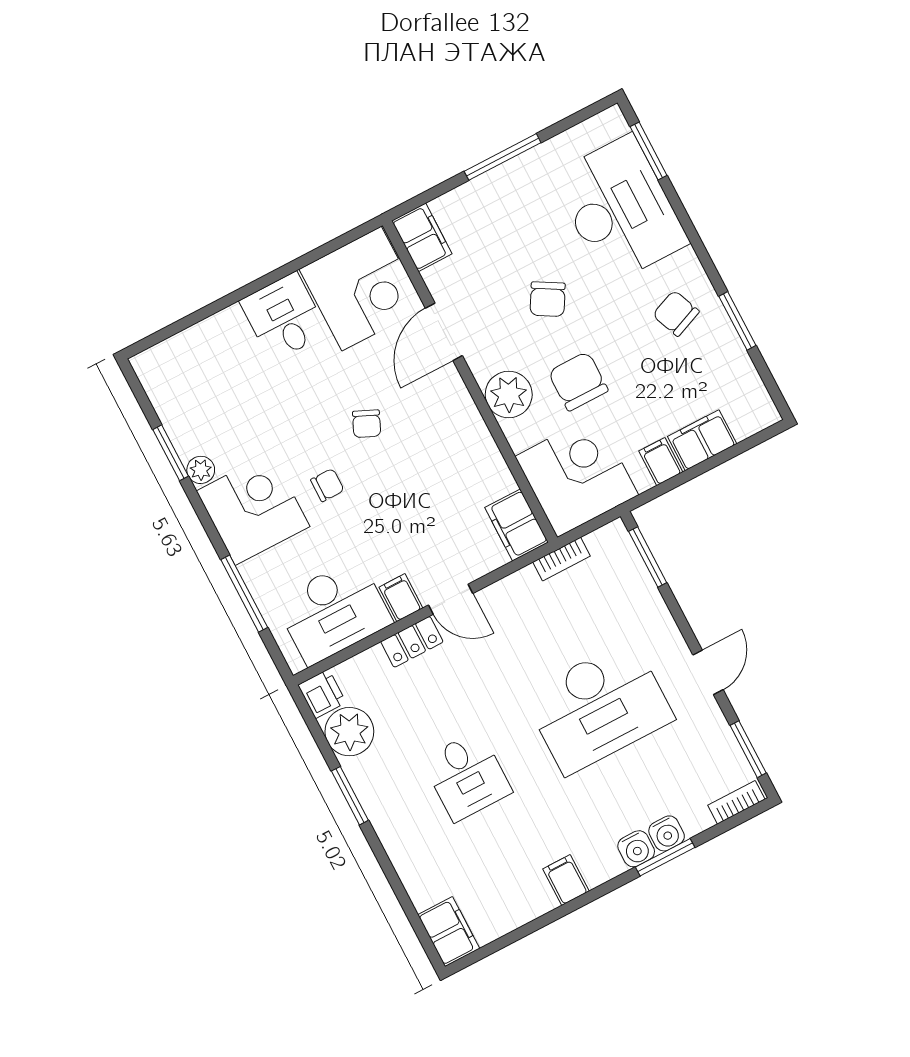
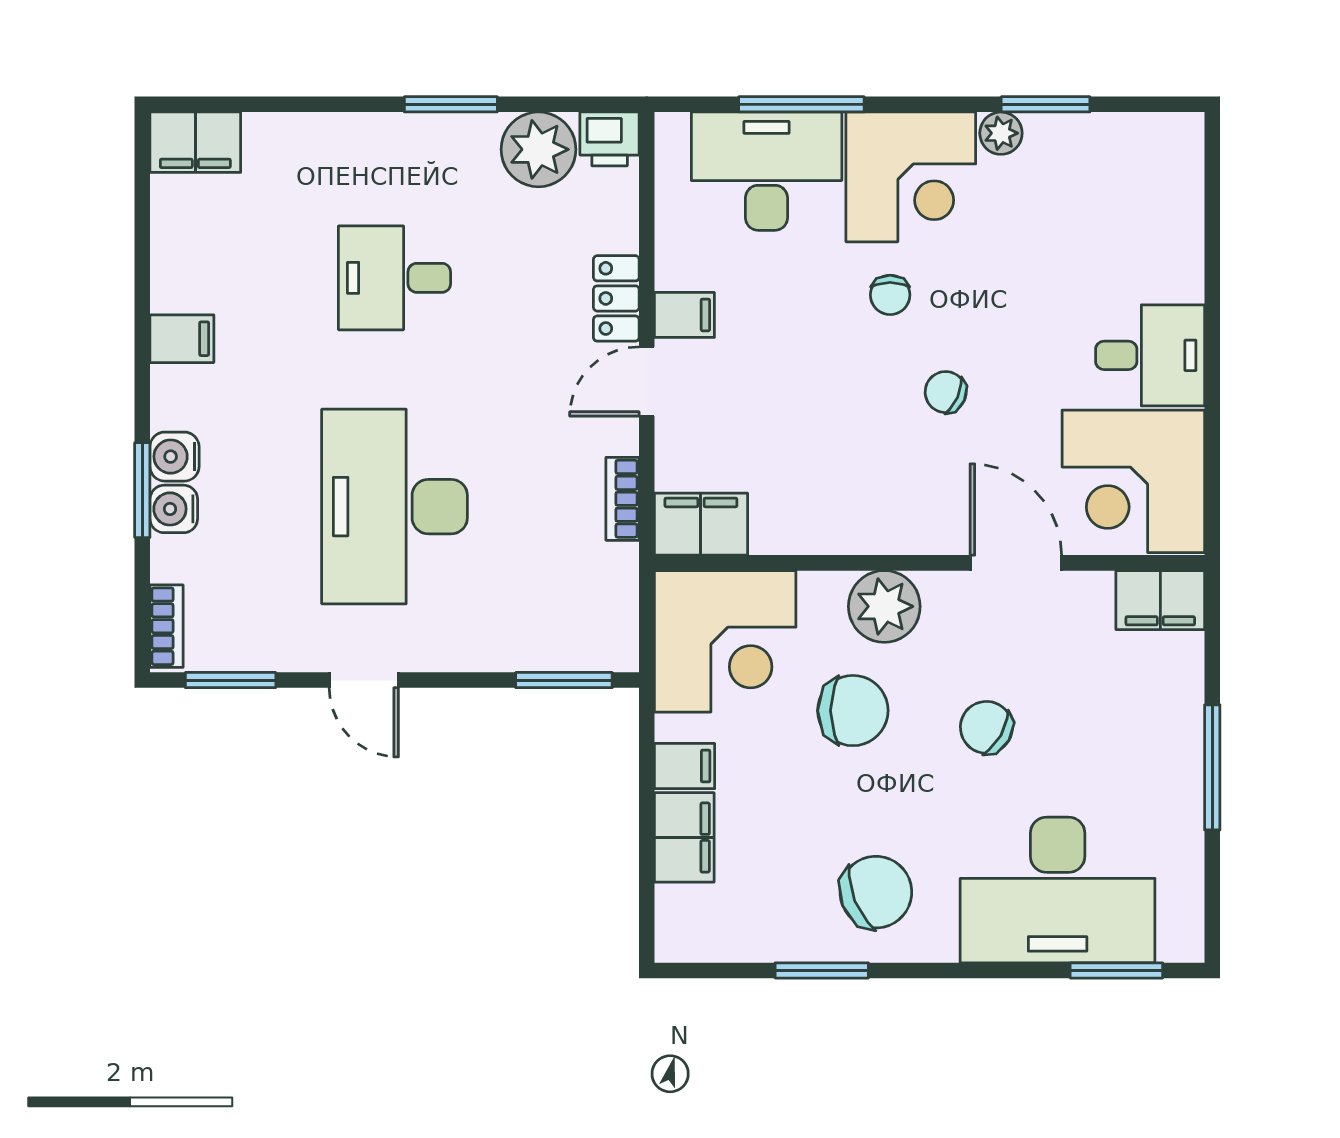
chair: (676, 313) -> (876, 892), width x1.37, depth x1.37
bookcase: (561, 559) -> (622, 499), moved
desk: (333, 611) -> (767, 171), moved, turned 90

